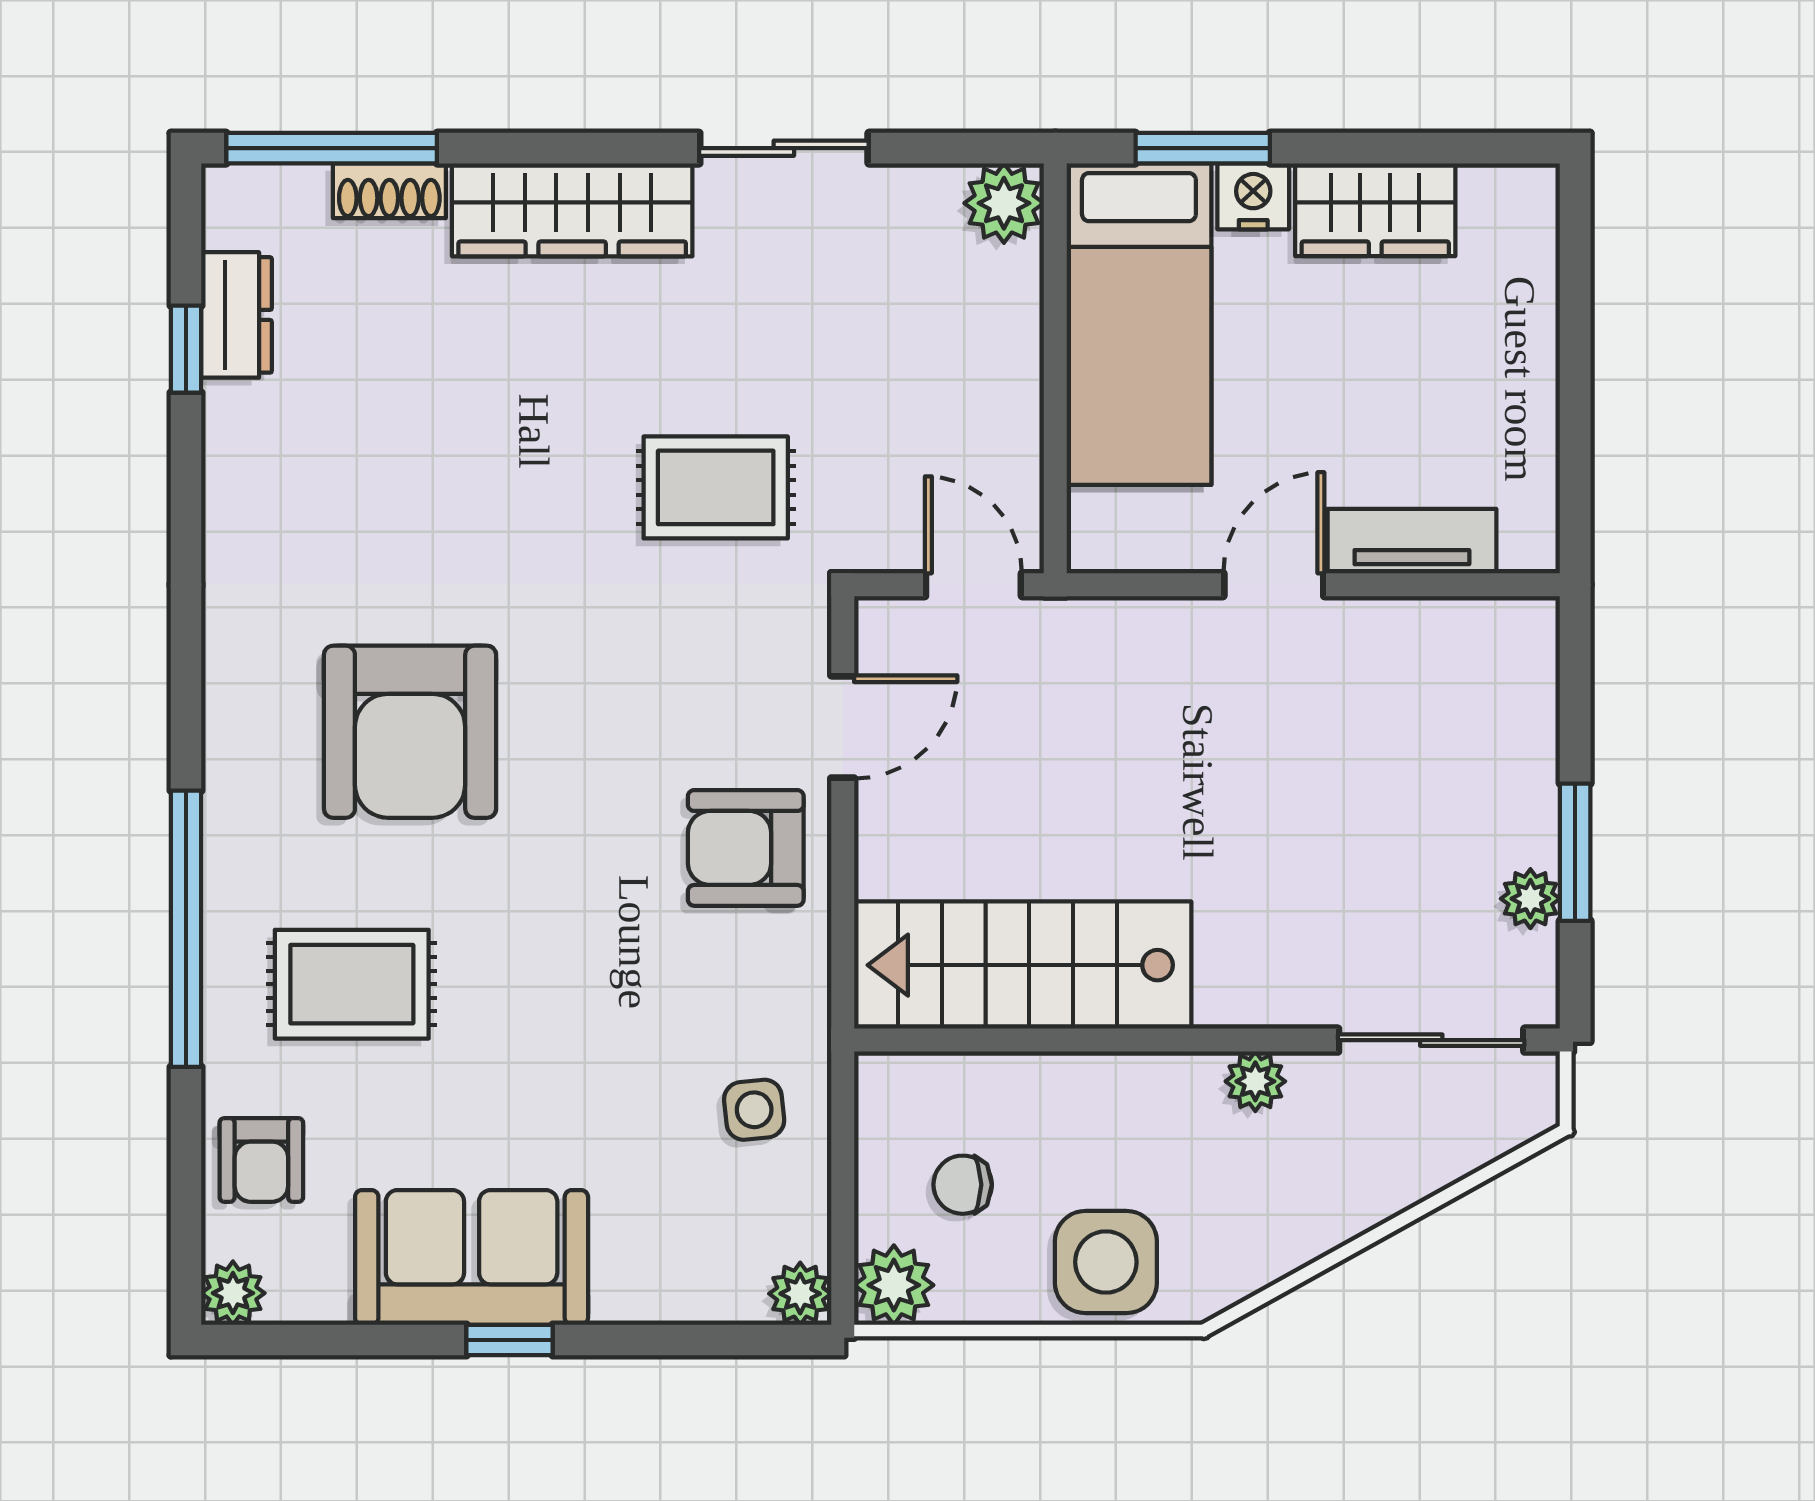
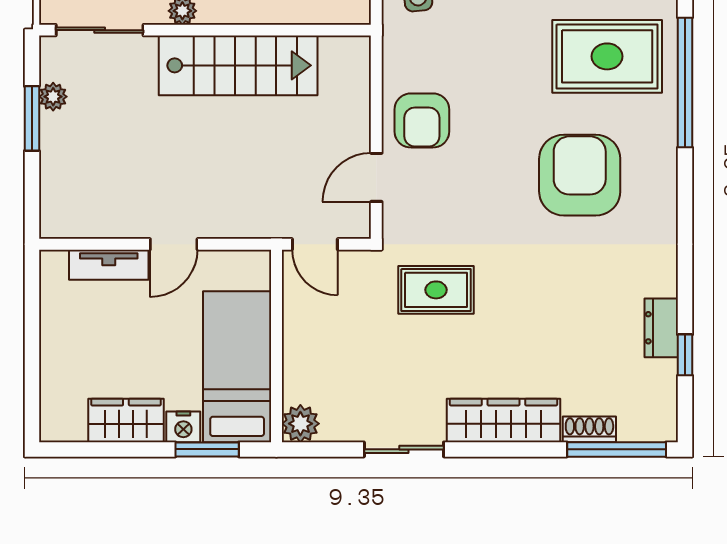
dresser: (237, 315) -> (661, 328), moved
armchair: (746, 848) -> (422, 120), turned 90
stairs: (1023, 965) -> (238, 65), moved
rug: (352, 984) -> (607, 56), width x1.36, depth x1.43

